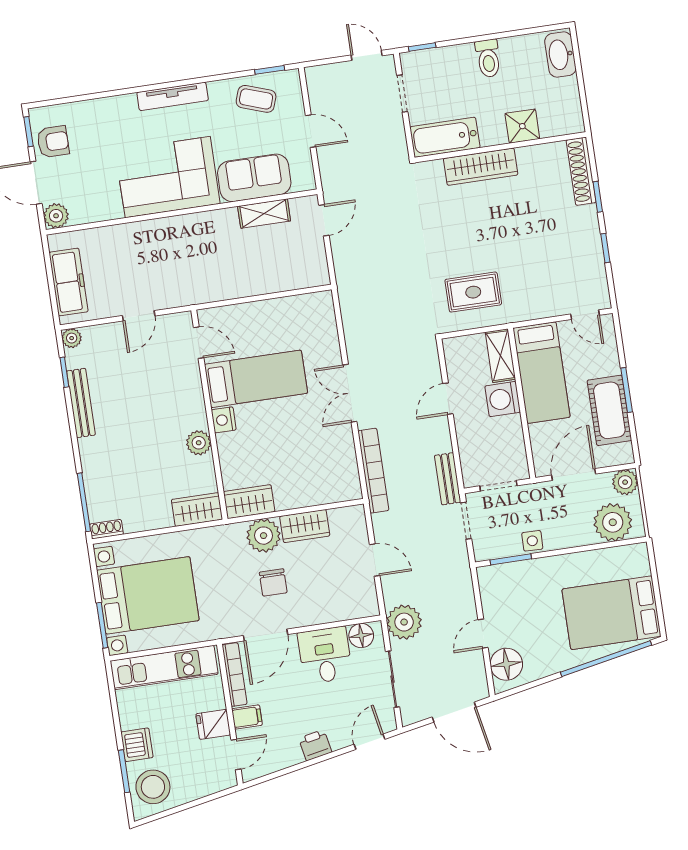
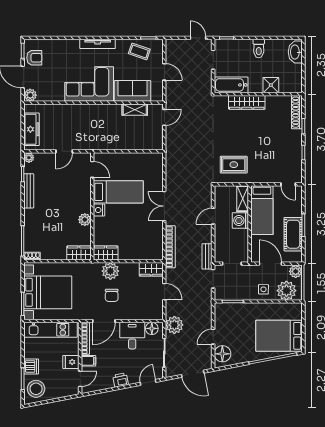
door: (574, 475) -> (270, 264), hinge flipped
wardrobe: (305, 526) -> (151, 269), moved
side table: (532, 541) -> (263, 289), moved

